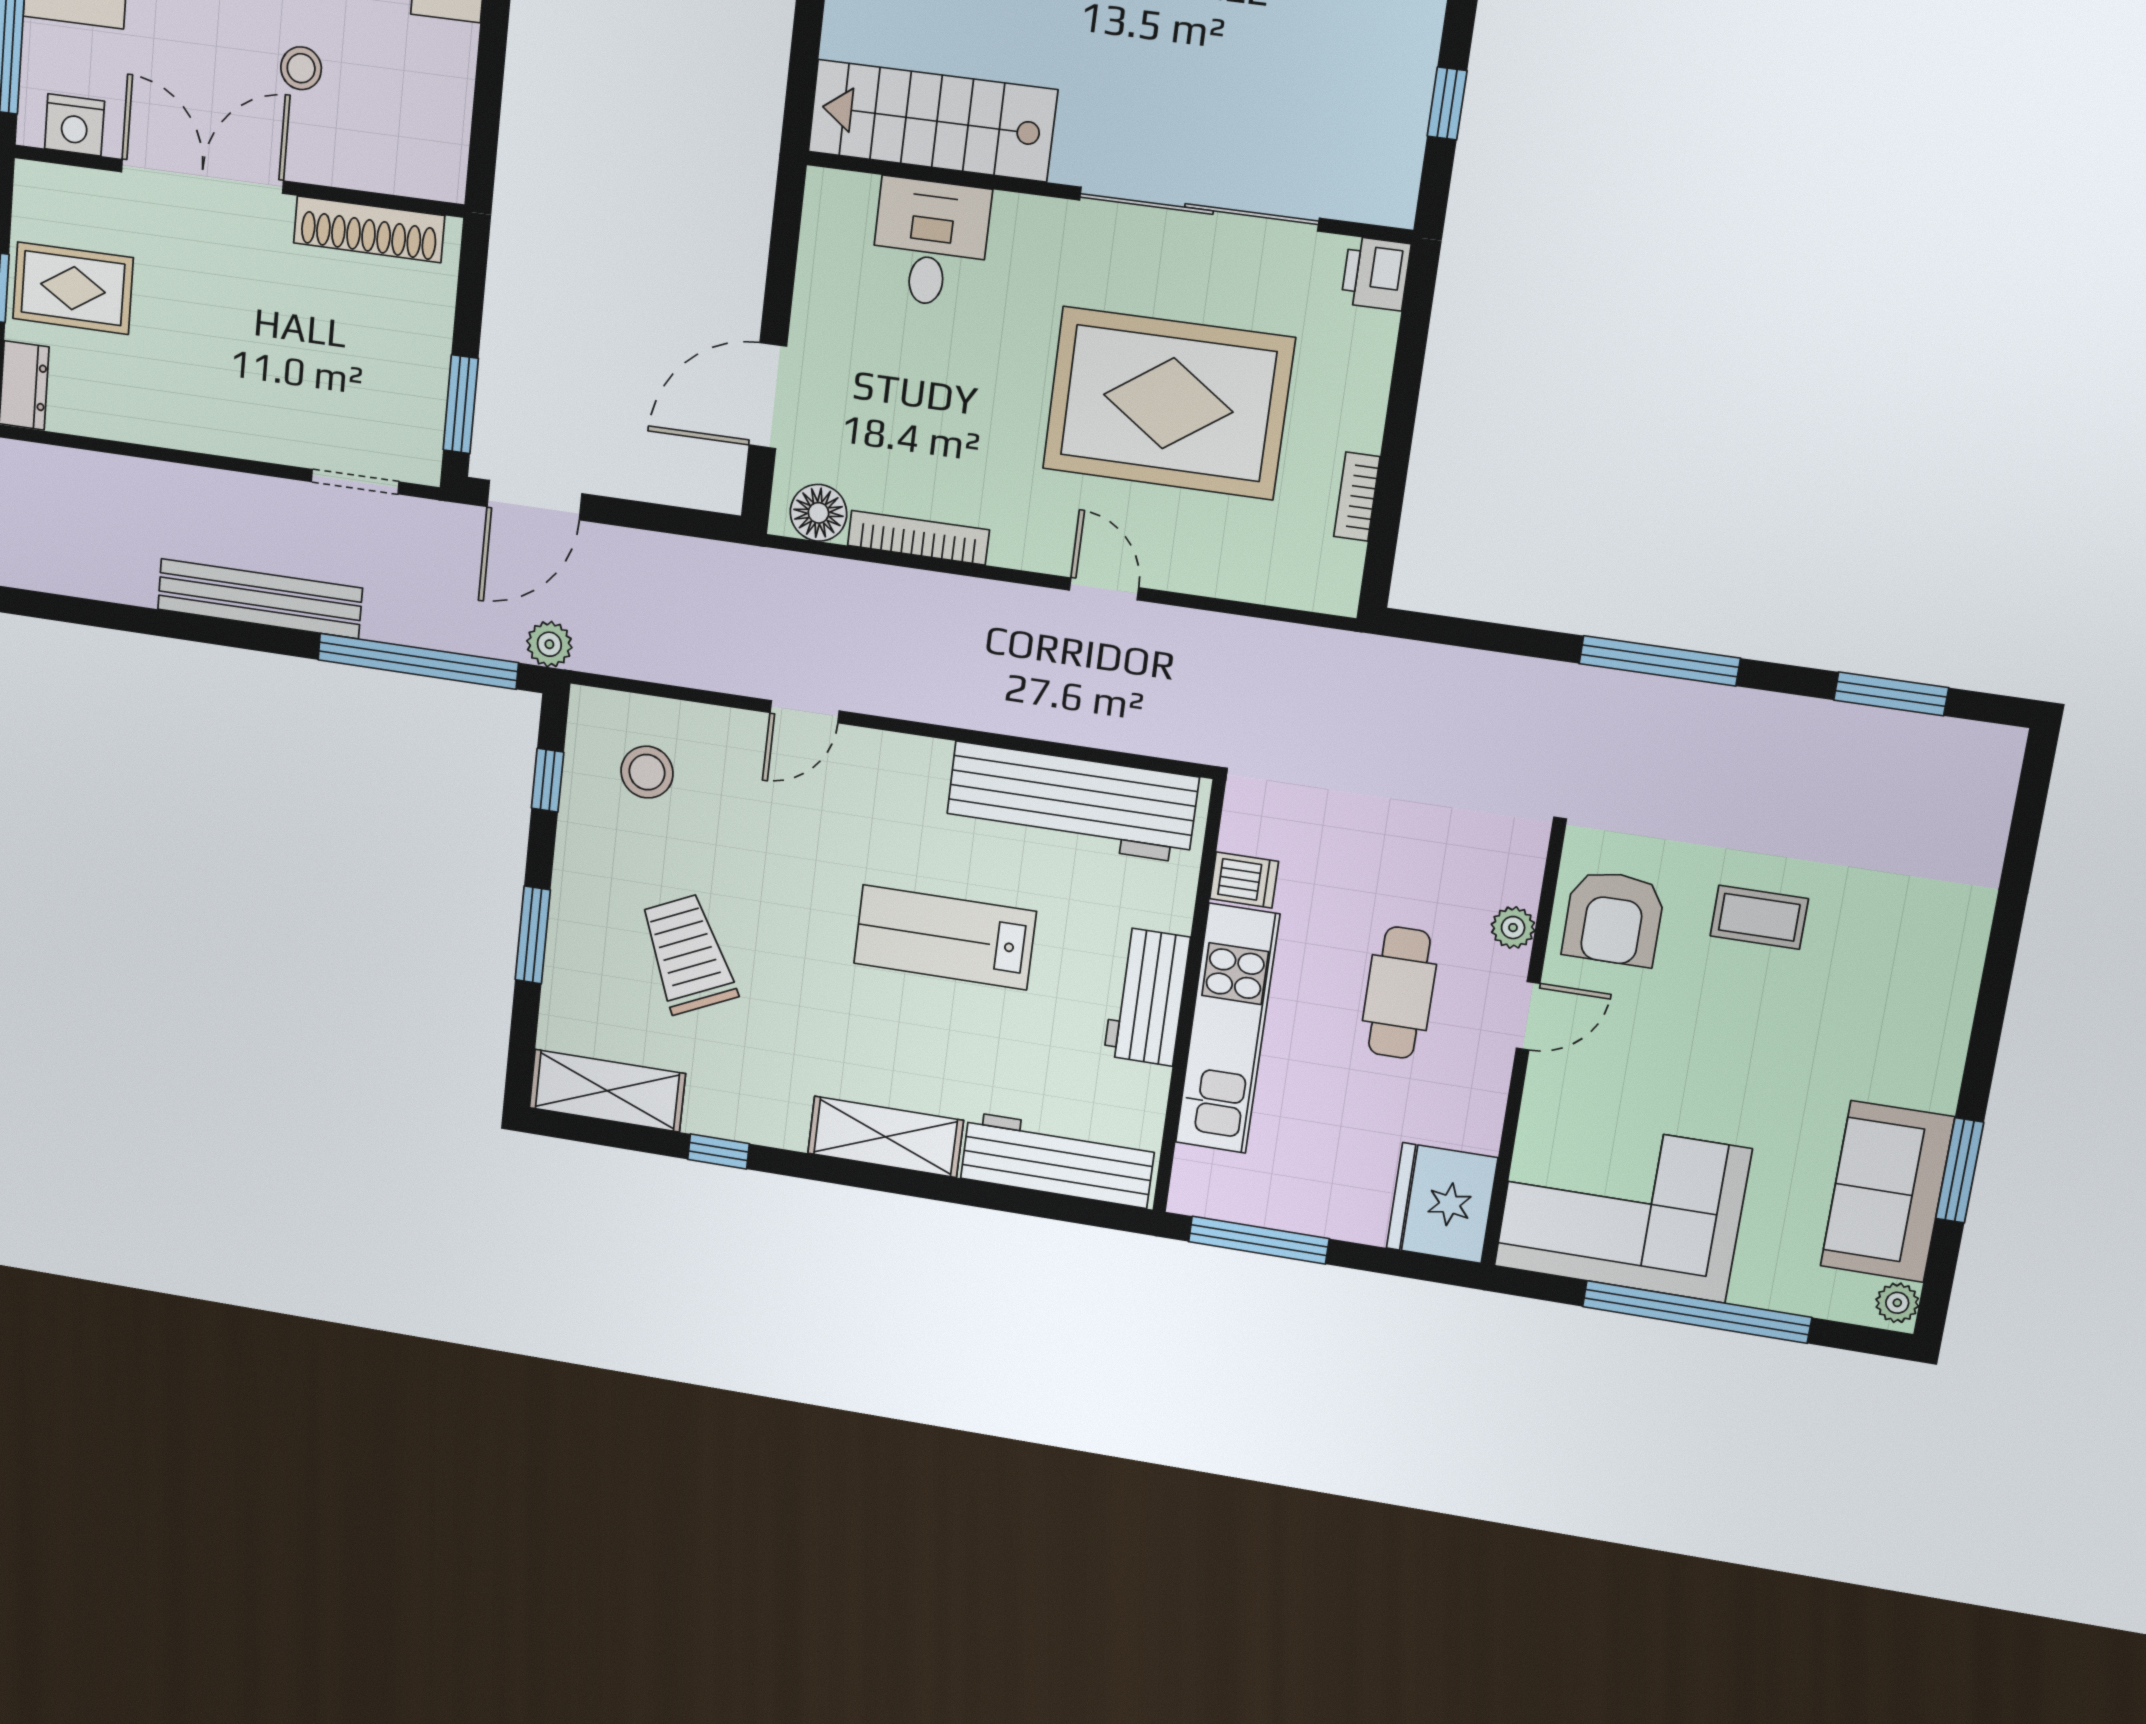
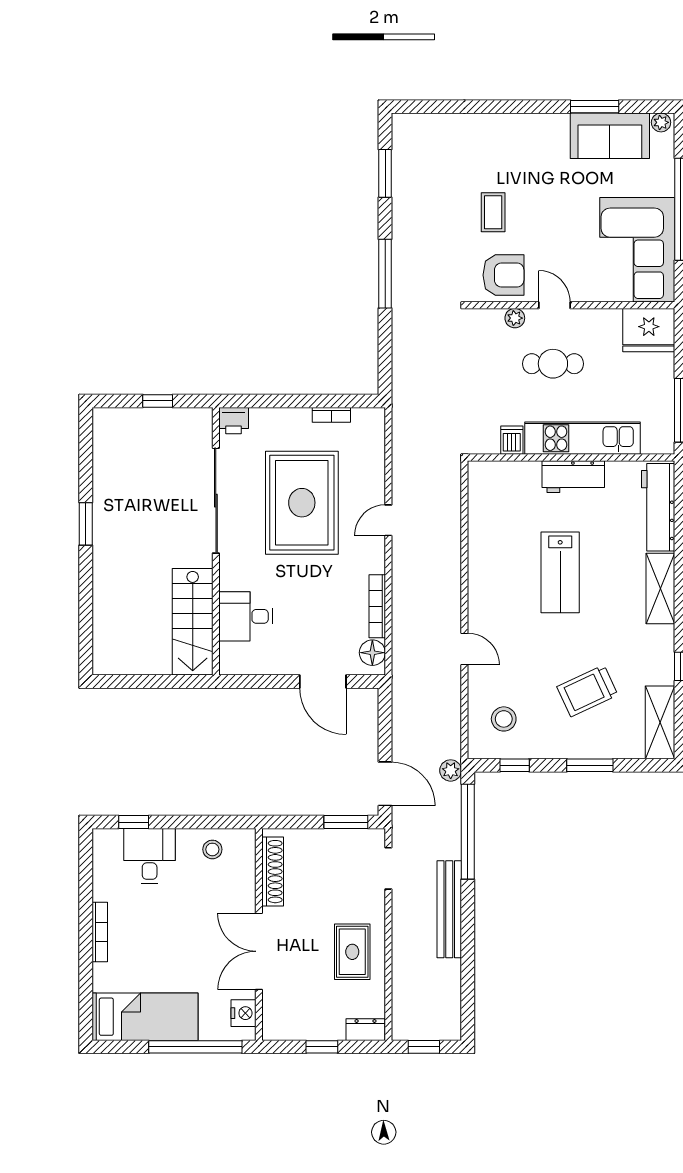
stool: (301, 68) -> (212, 849), moved
rug: (73, 288) -> (352, 952), moved
workbench: (1072, 802) -> (488, 522), removed

